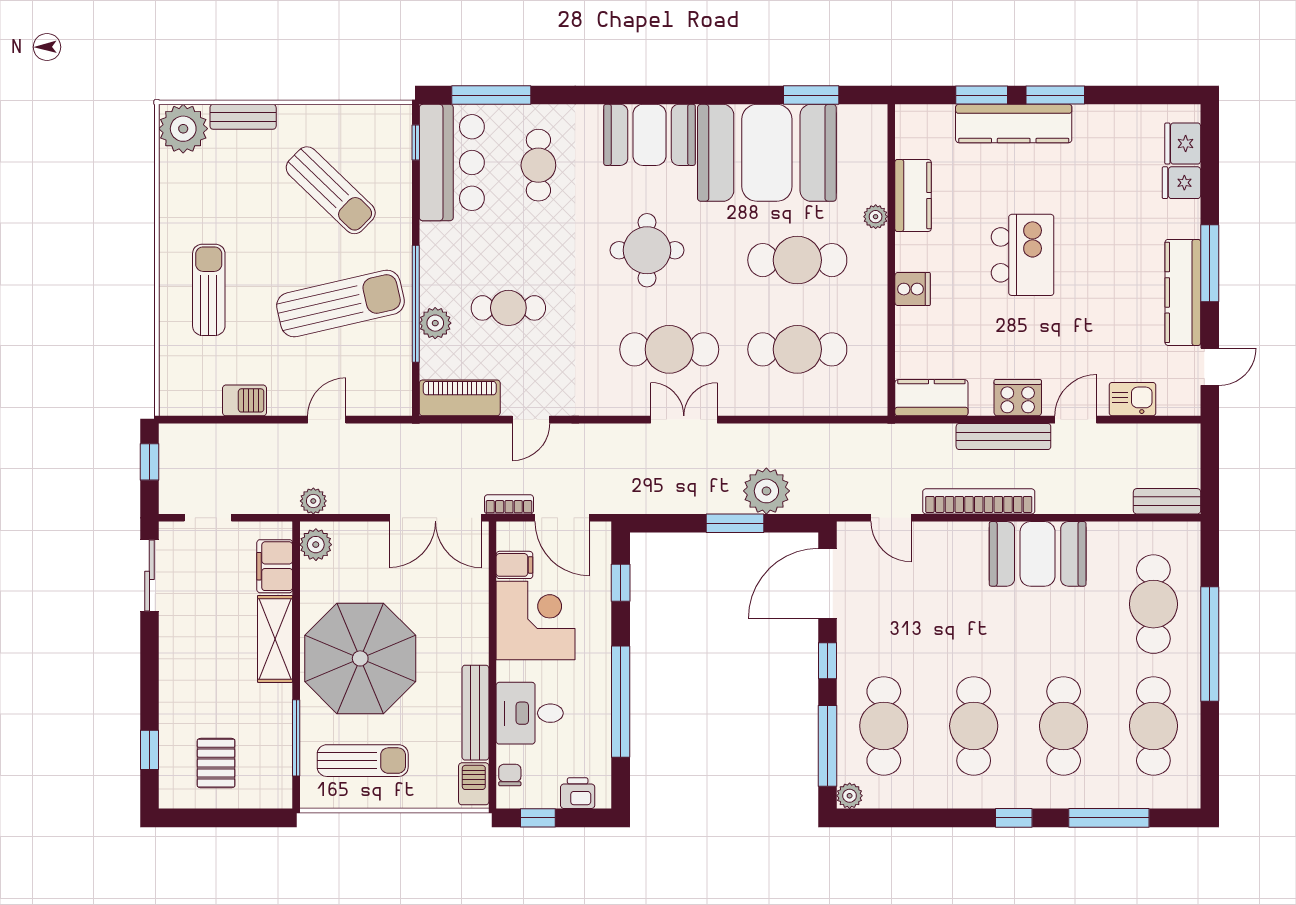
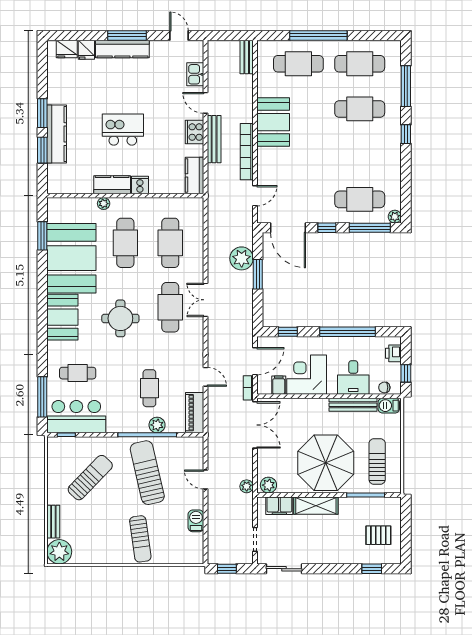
kitchen counter: (913, 195) -> (112, 185), moved
sun lounger: (209, 290) -> (140, 539), turned -98
kitchen counter: (1183, 292) -> (122, 49), moved
cafe table: (974, 726) -> (360, 154), removed

